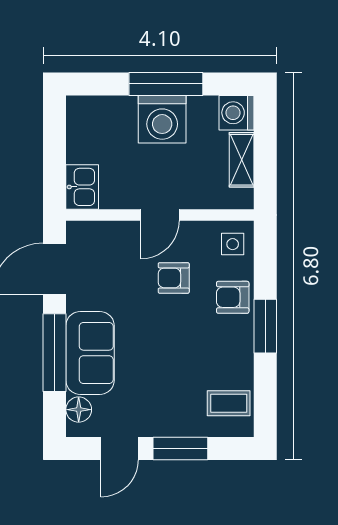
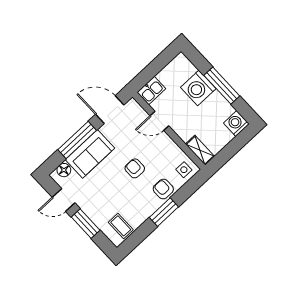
washing machine: (162, 119) -> (198, 88), moved
shelving: (242, 160) -> (200, 150), moved, turned 90
door: (160, 215) -> (159, 121), moved
armchair: (174, 278) -> (135, 168), moved

